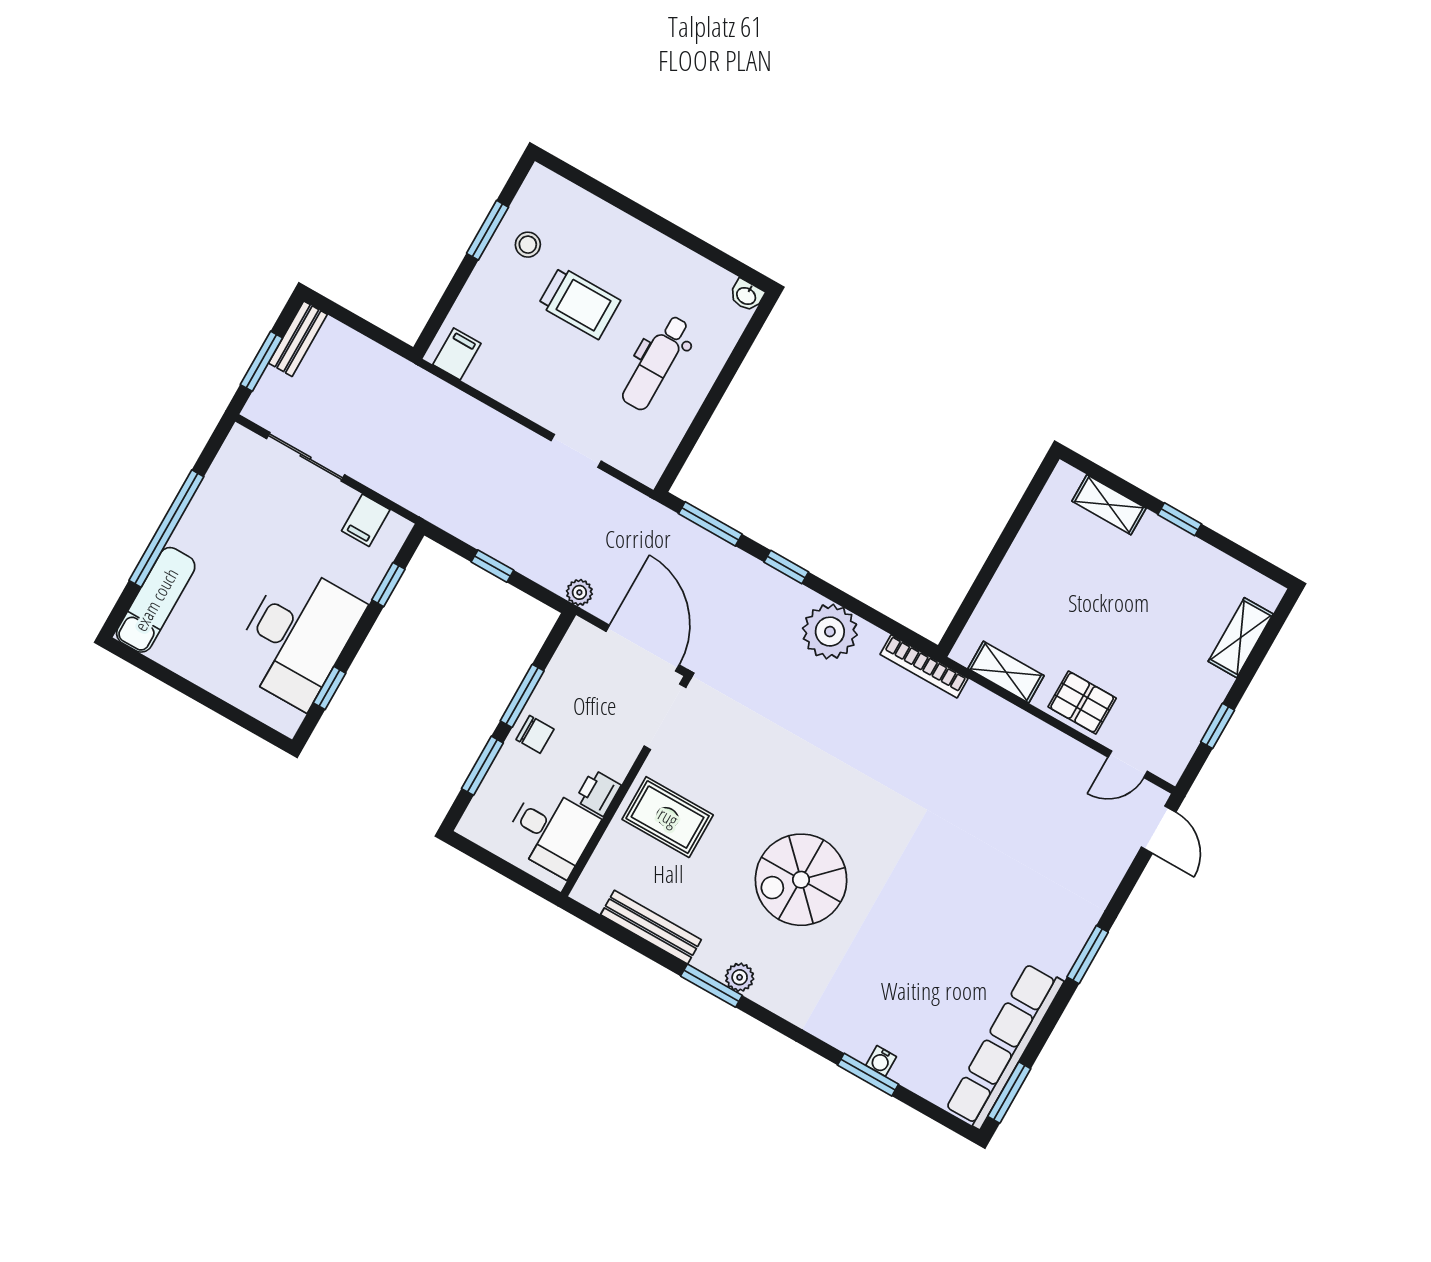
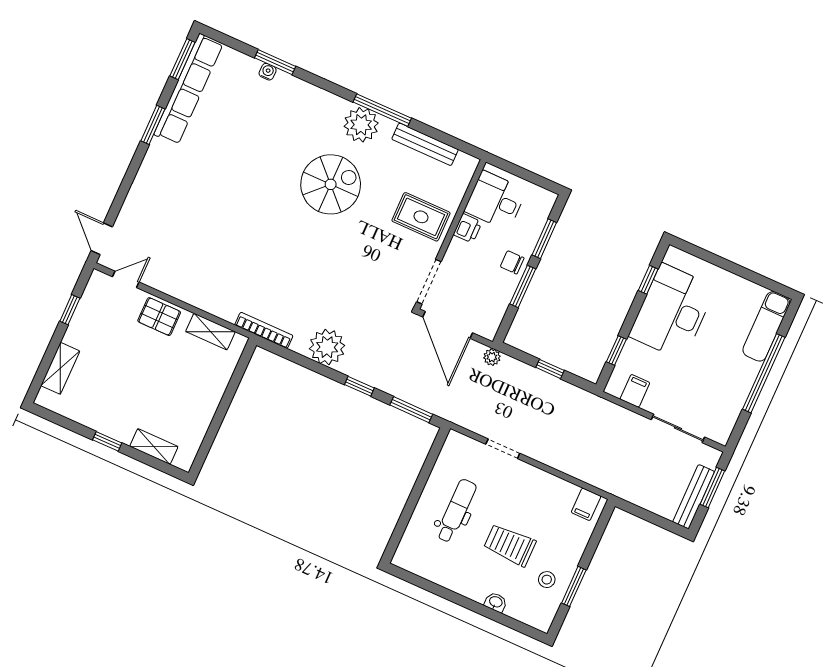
washbasin: (746, 295) -> (496, 602), moved
bench: (298, 339) -> (694, 497), width x1.36
window: (1088, 955) -> (153, 125), moved
plant: (740, 977) -> (361, 125), width x1.88, depth x1.88
window: (711, 986) -> (382, 110), width x1.44

